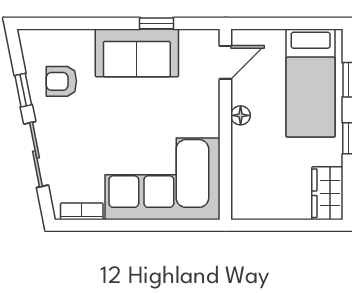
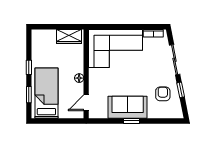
window: (157, 23) -> (131, 121), moved
armchair: (61, 81) -> (163, 94), turned -90
wardrobe: (327, 193) -> (69, 37), moved, turned 90

